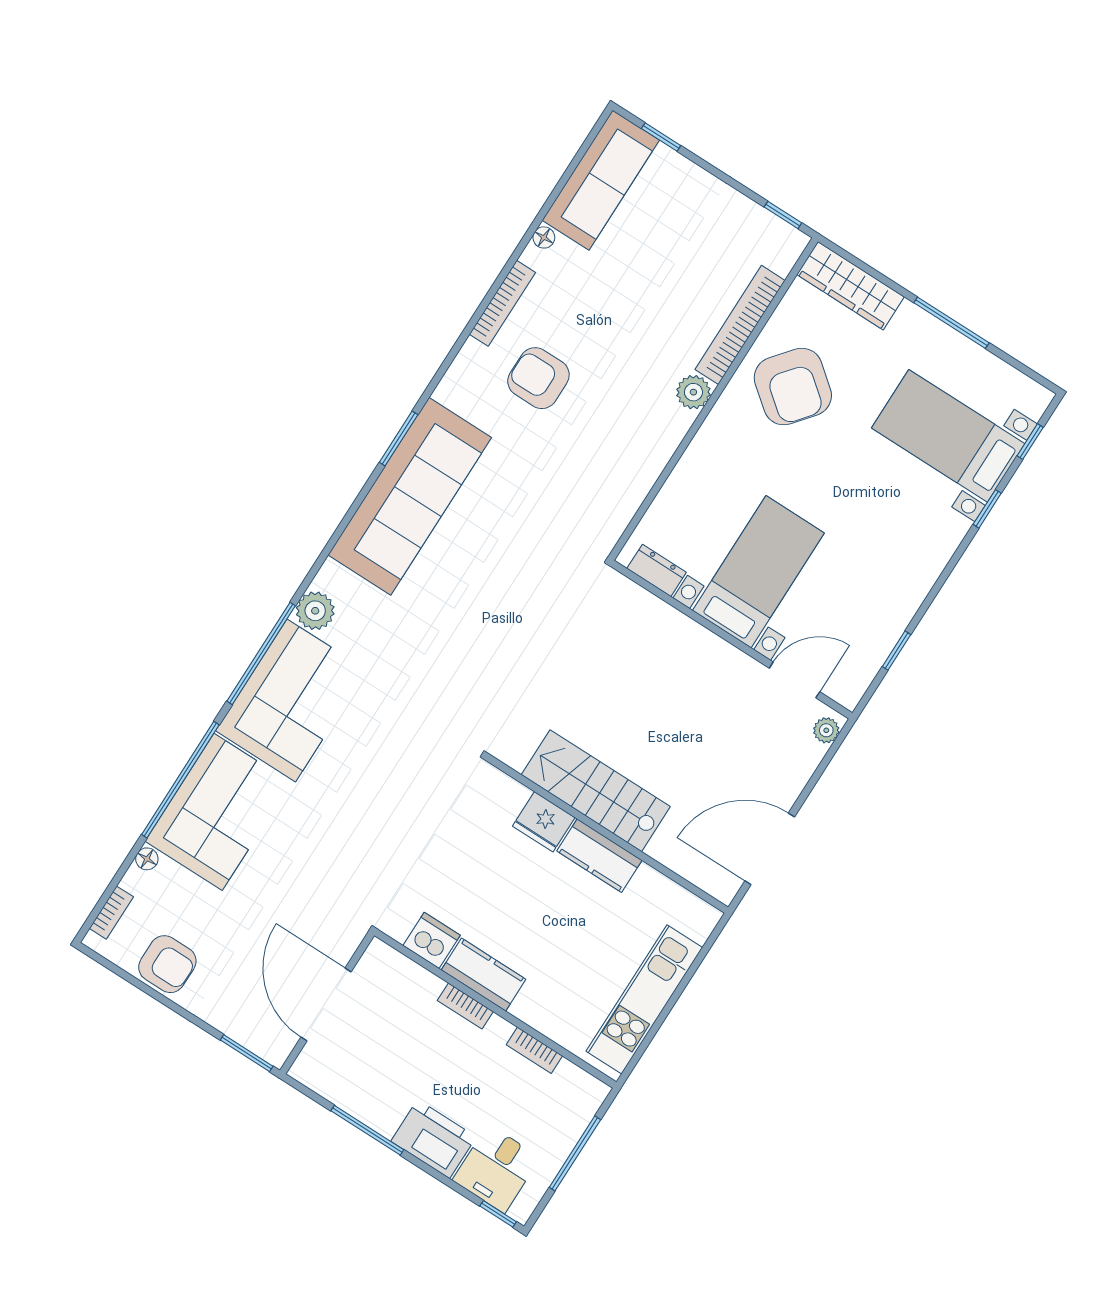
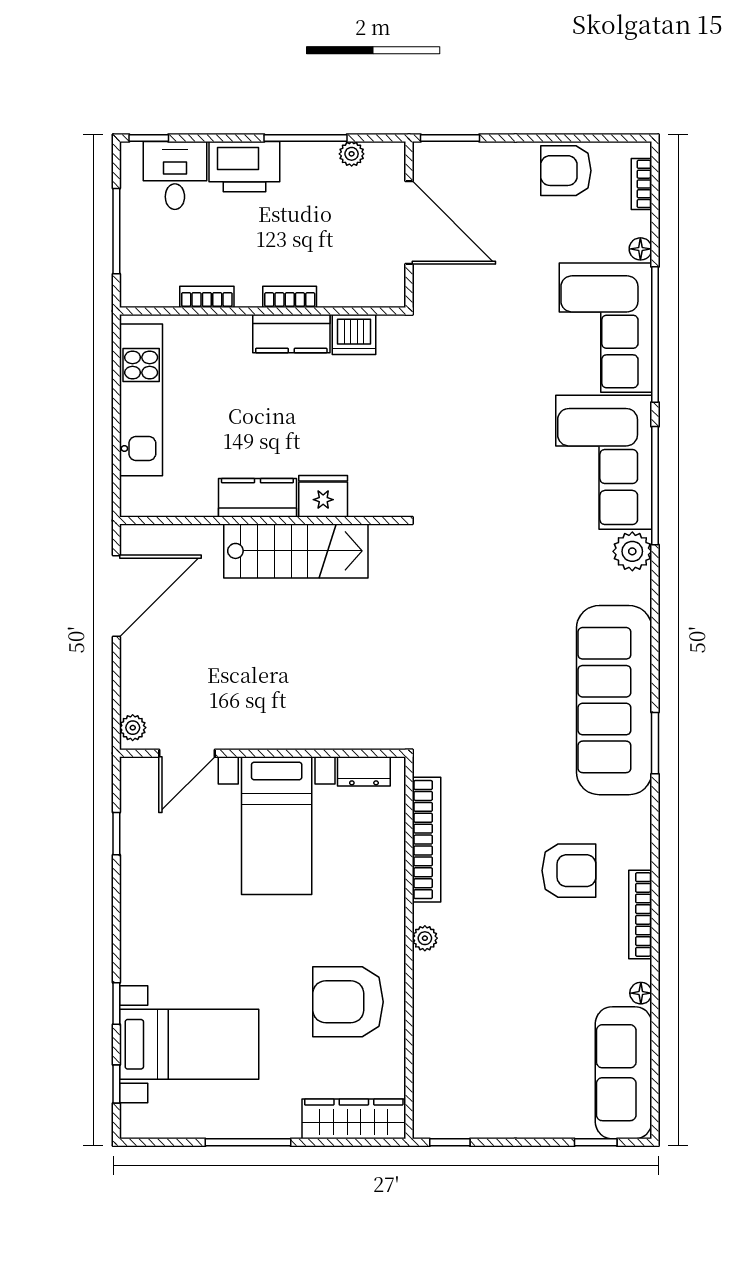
bookcase: (740, 325) -> (426, 840), moved
armchair: (793, 387) -> (348, 1002), turned -39
plant: (693, 392) -> (425, 938), width x0.73, depth x0.73
plant: (337, 1093) -> (352, 154), added

